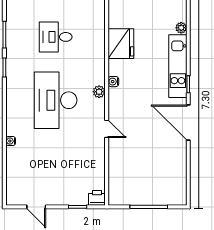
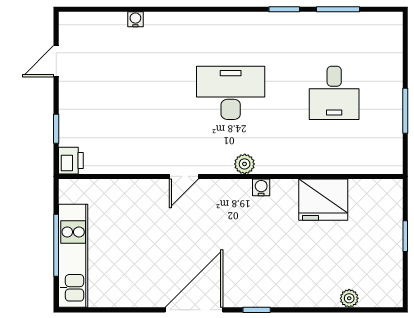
desk: (56, 37) -> (334, 93), turned 180
kitchen unit: (178, 66) -> (73, 256), moved, turned 90
desk: (56, 100) -> (231, 93), width x0.73, depth x0.77
water cooler: (11, 141) -> (135, 19), moved

